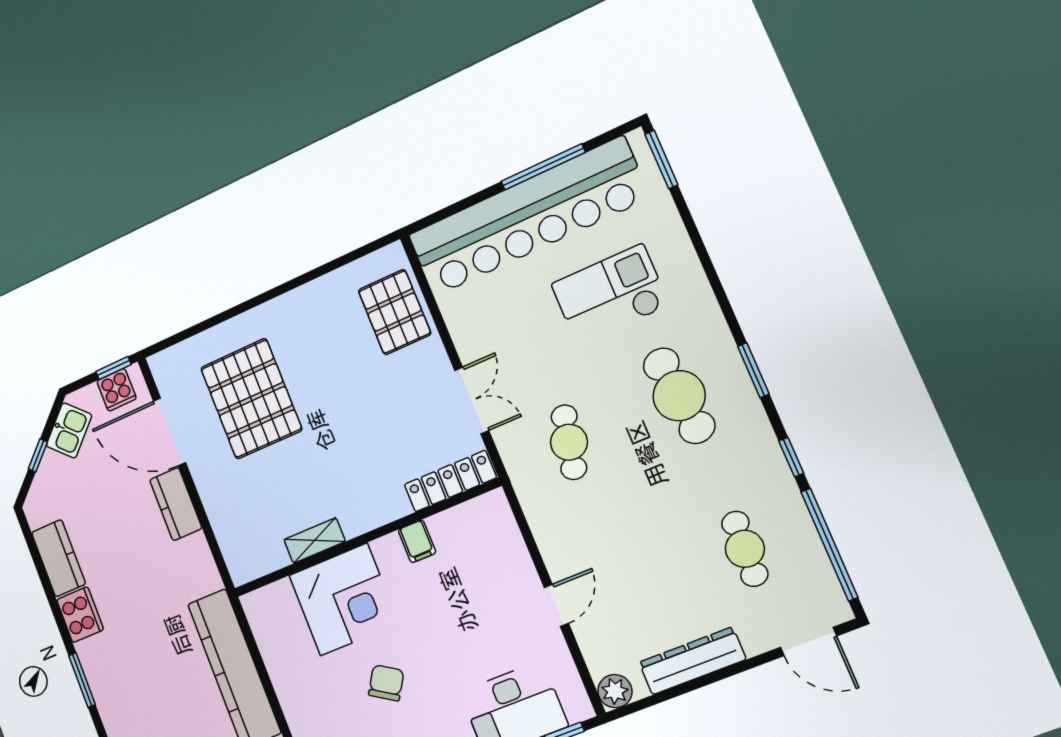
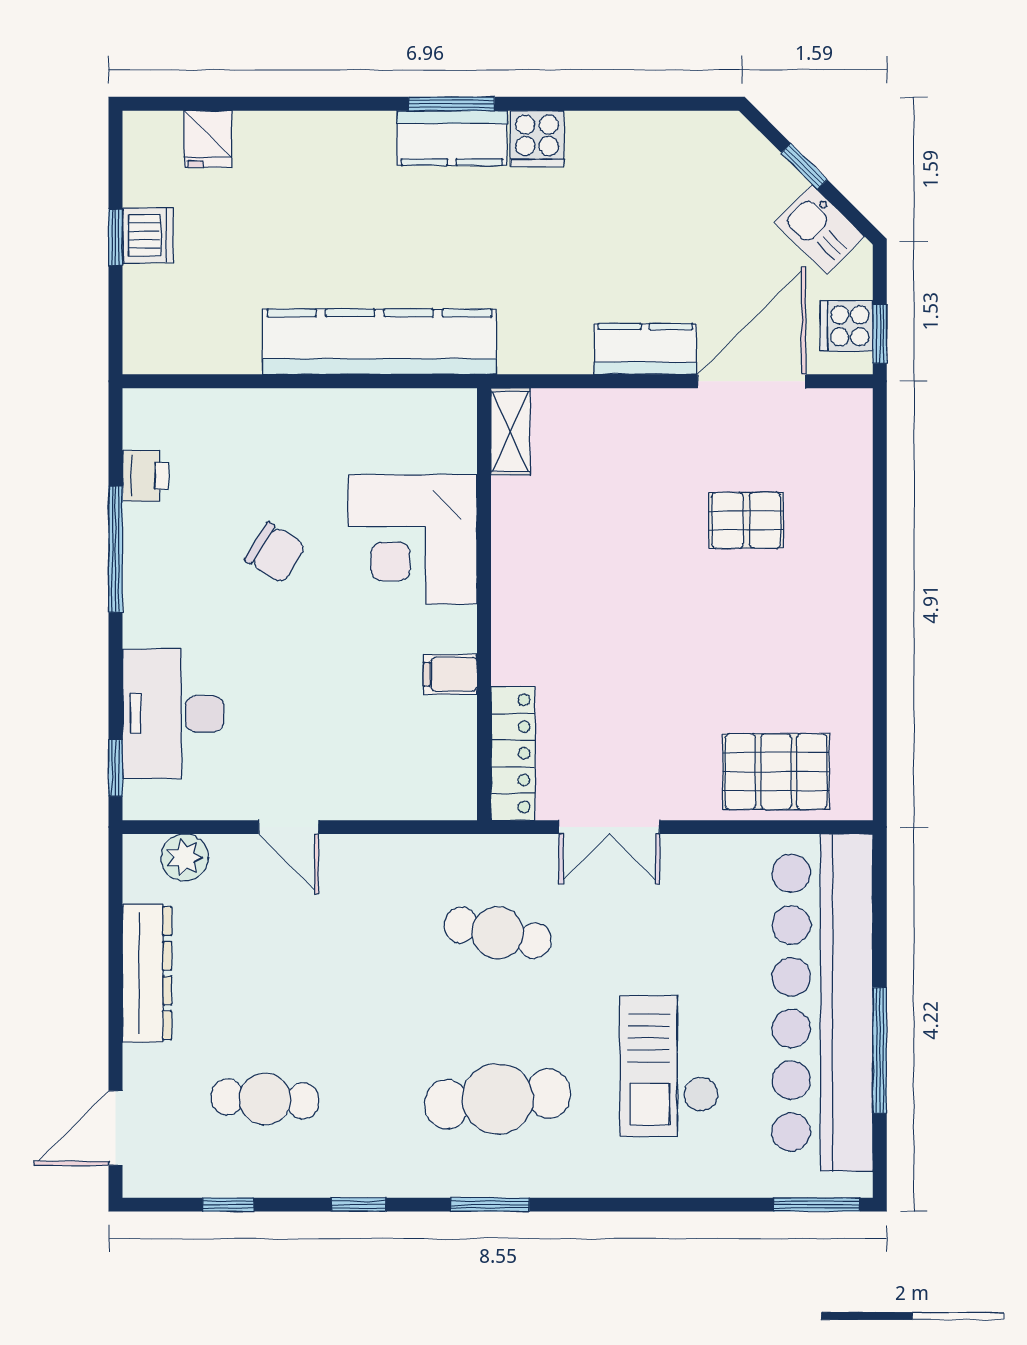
checkout: (610, 295) -> (669, 1066), turned 180
pallet: (251, 399) -> (746, 520), width x0.49, depth x0.50
shelving: (315, 540) -> (510, 432), moved
window: (829, 544) -> (228, 1205), width x0.32
kitchen counter: (58, 558) -> (452, 138), moved
cooker: (80, 615) -> (537, 139), width x0.73
plant: (615, 691) -> (185, 858), moved

